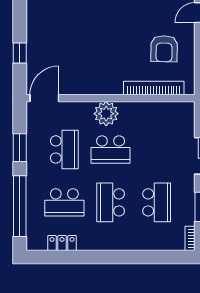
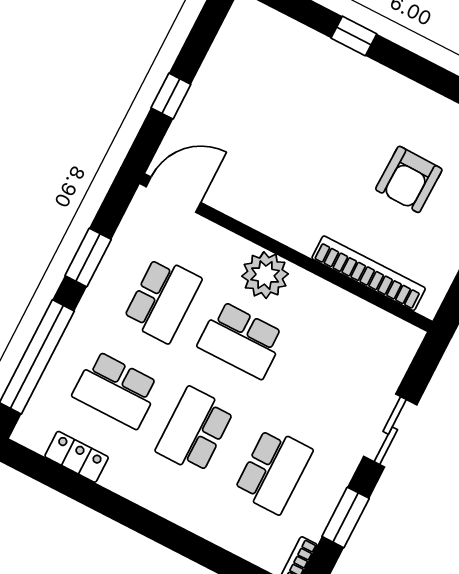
armchair: (164, 49) -> (409, 179), moved

